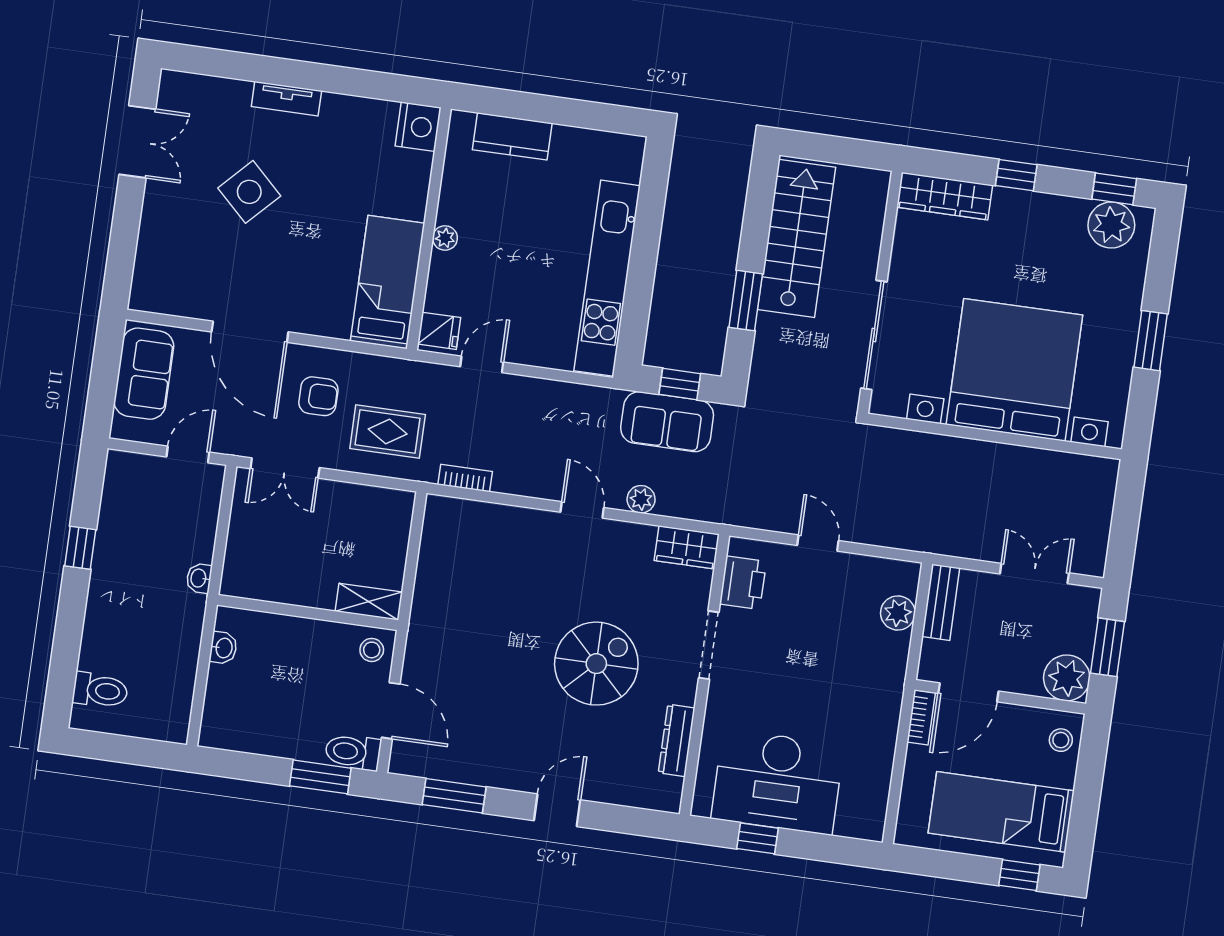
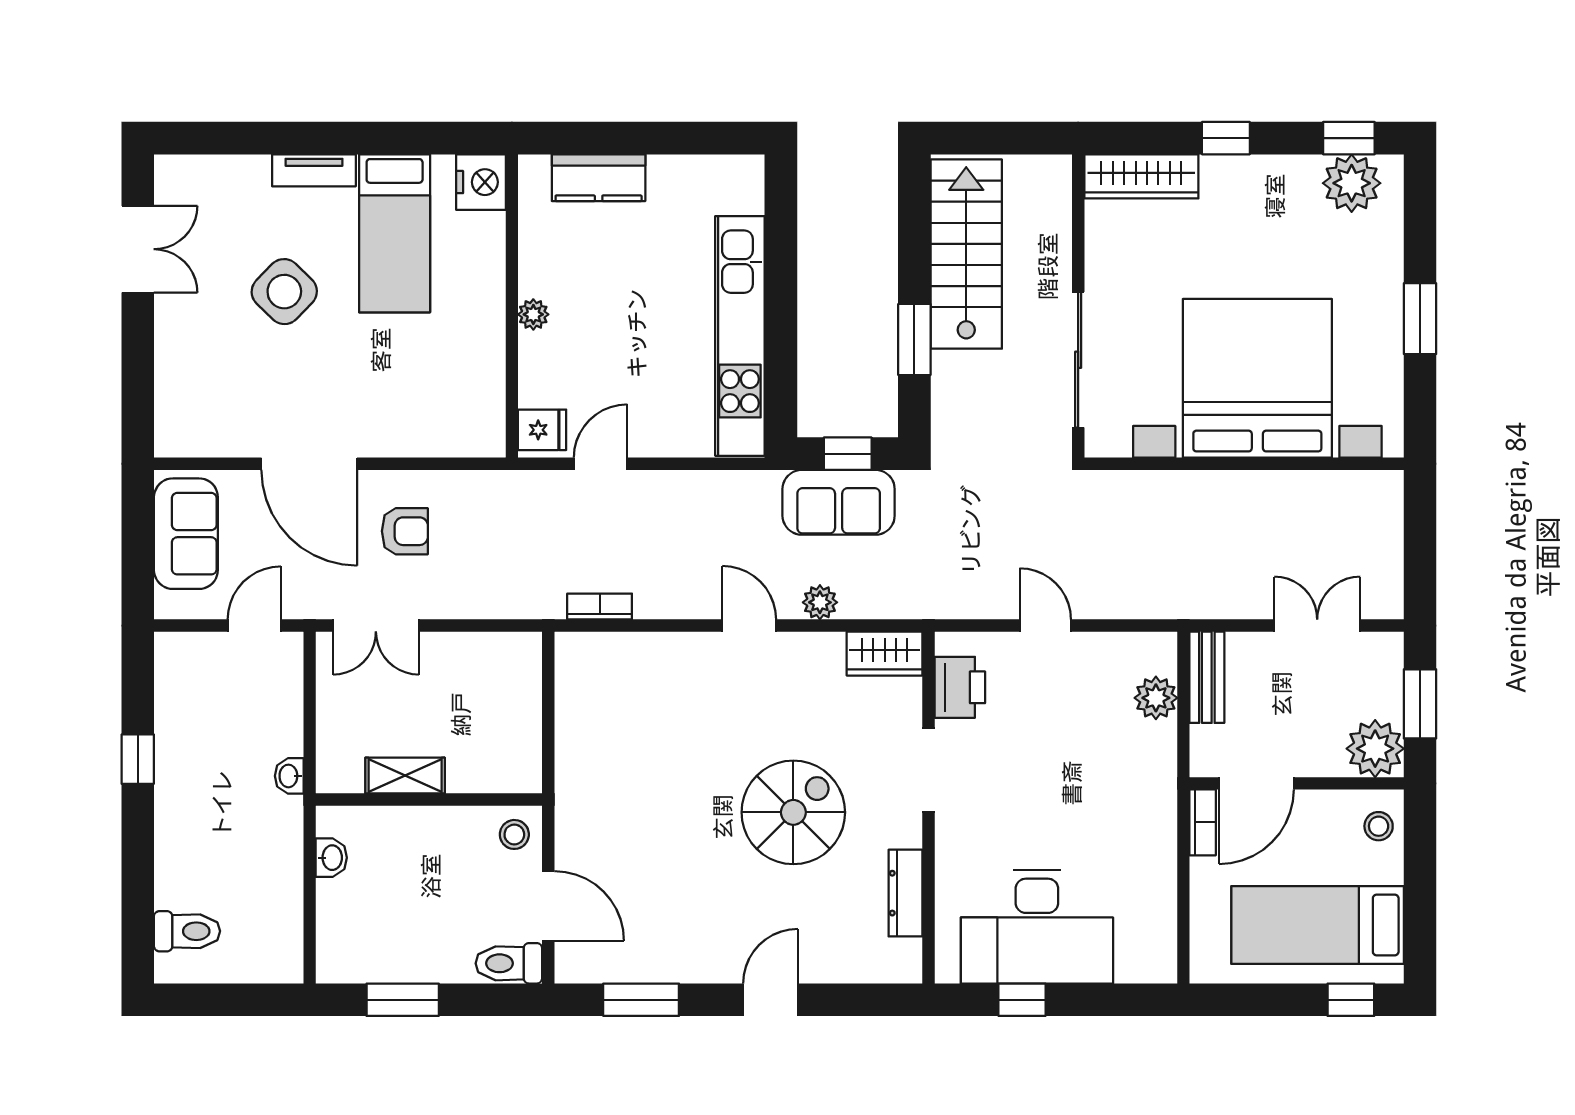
bed: (388, 282) -> (395, 233), moved, turned 180
rug: (388, 432) -> (496, 563), removed
shelving: (369, 602) -> (405, 776), moved
window: (320, 777) -> (403, 1000), moved

